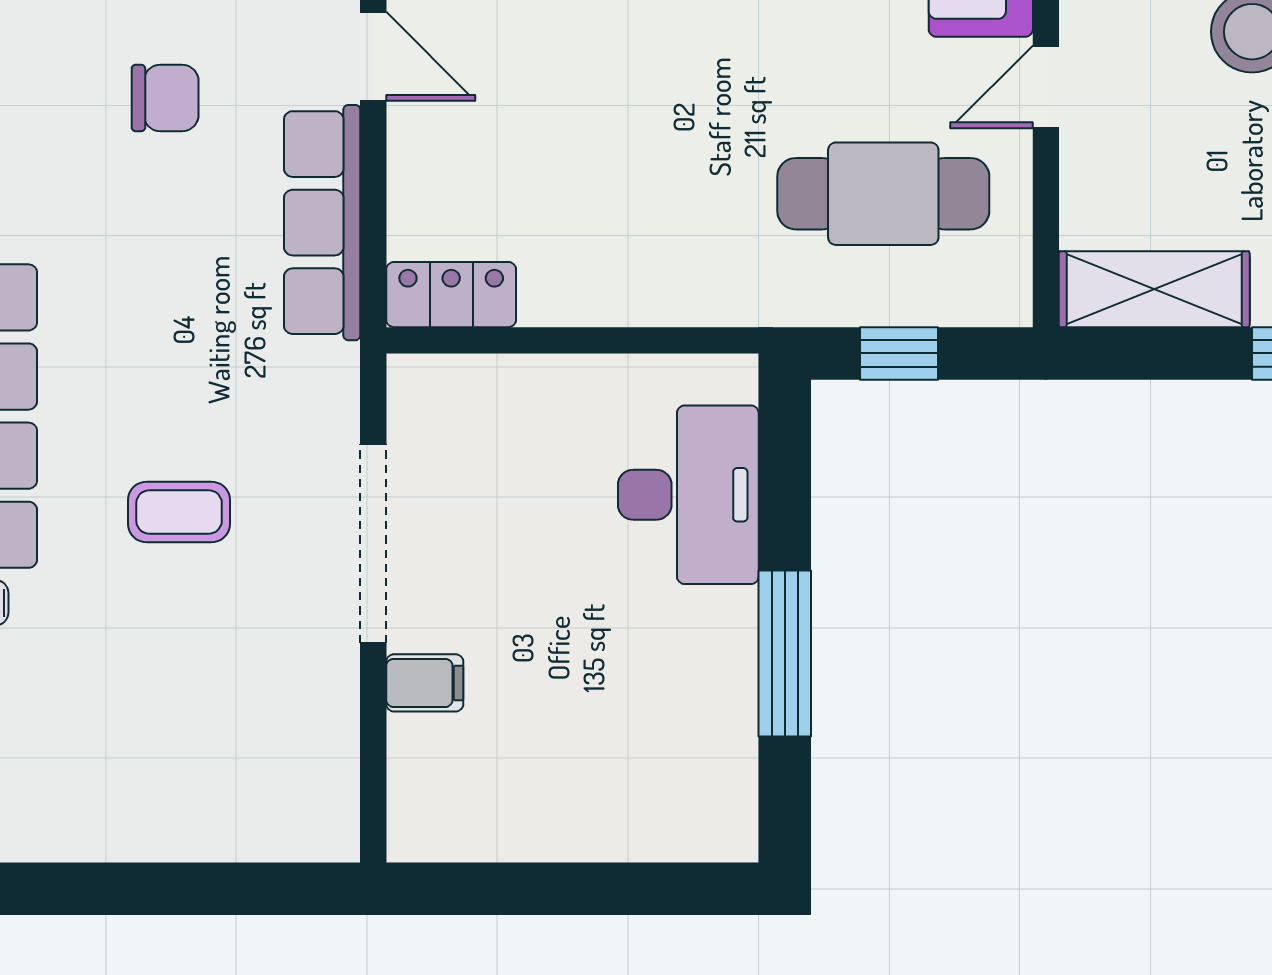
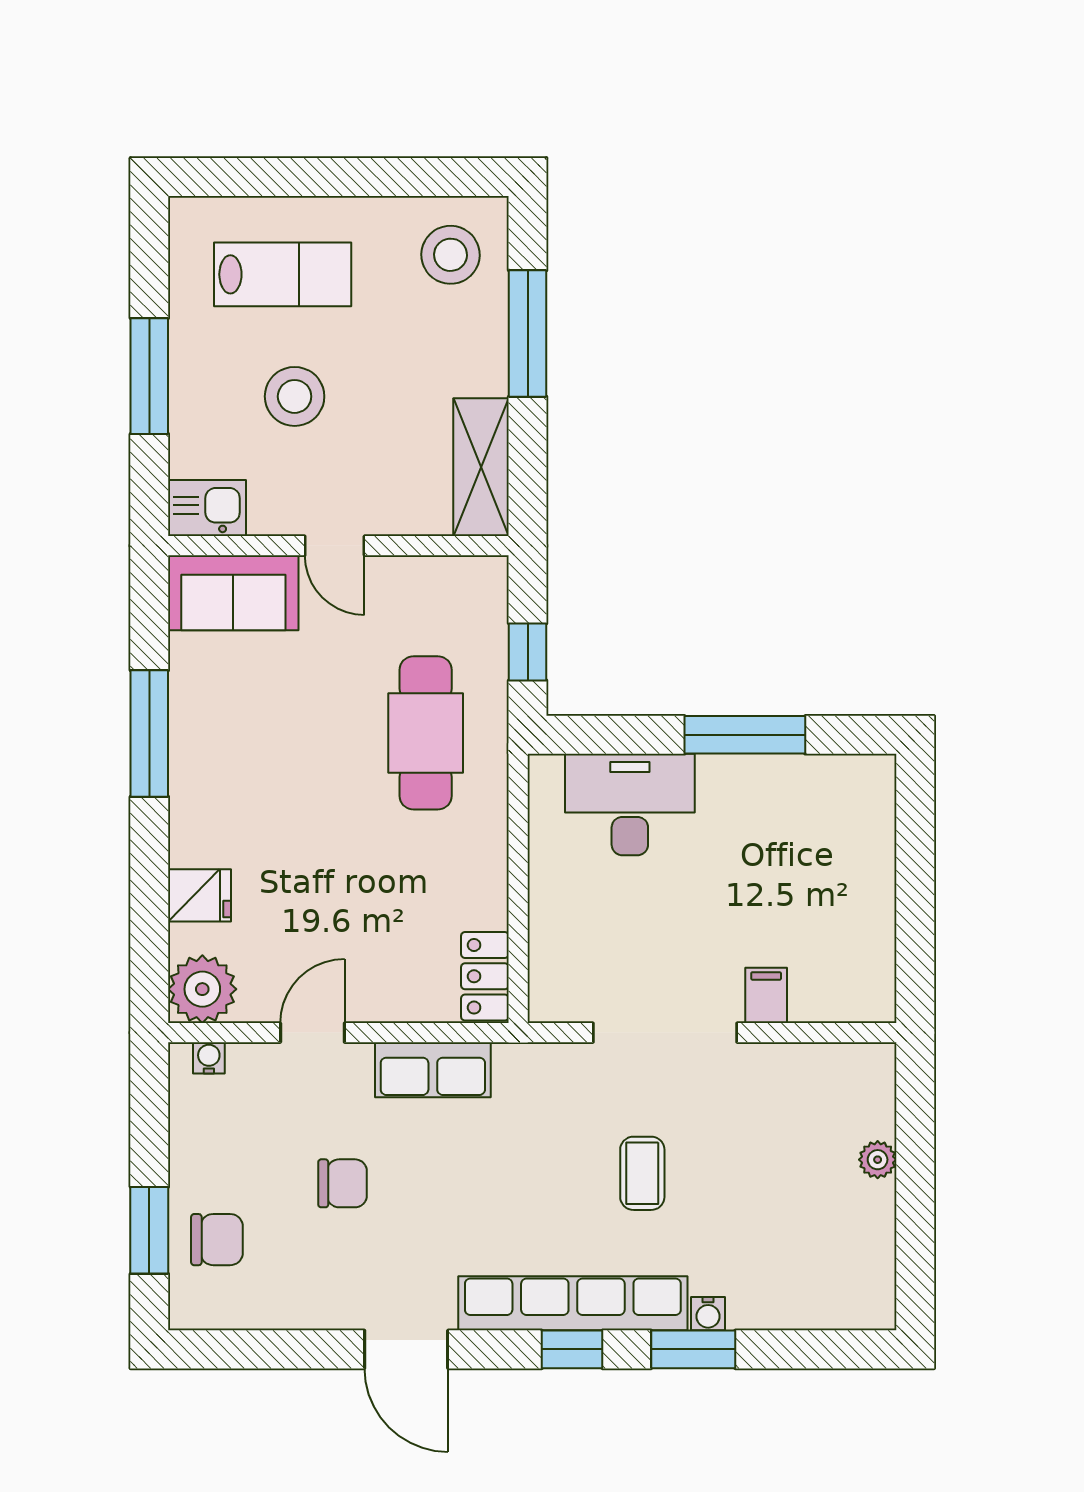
chair: (165, 98) -> (343, 1183), turned 90
cafe table: (883, 194) -> (426, 733), moved
row of seats: (322, 223) -> (433, 1070), width x0.68
plant: (198, 837) -> (878, 1160), added

